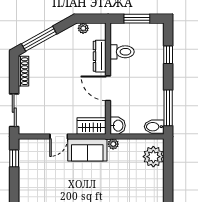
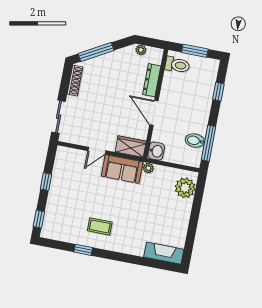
toilet: (122, 52) -> (177, 65), moved
bidet: (154, 127) -> (195, 141), moved
window: (14, 158) -> (46, 182), moved

